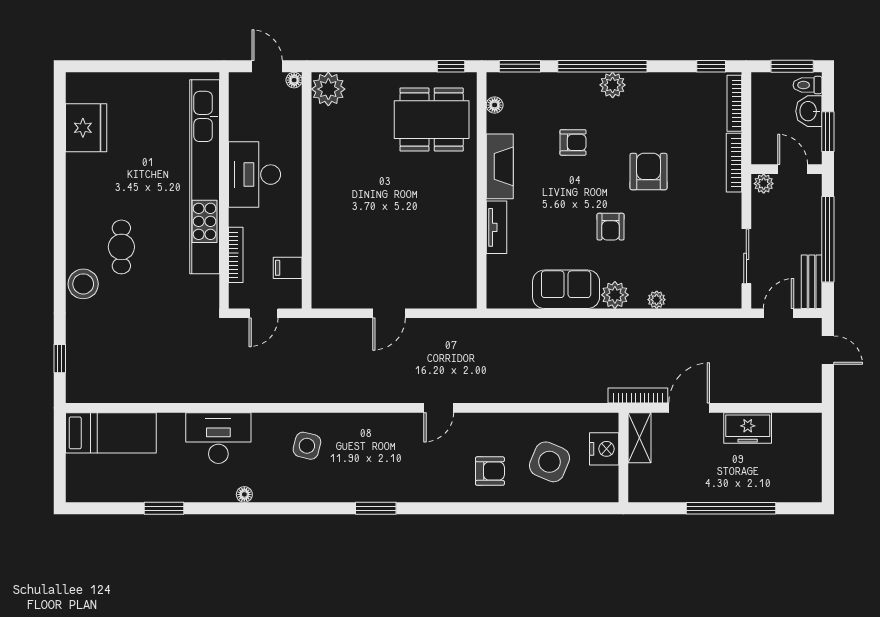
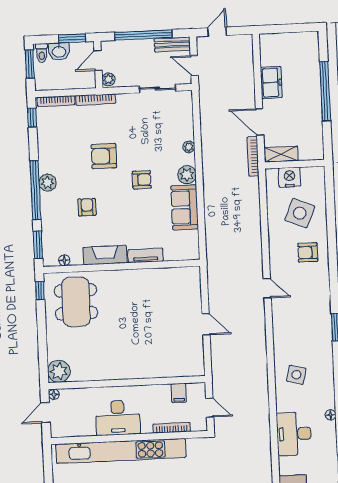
armchair: (490, 471) -> (308, 252), turned -90

